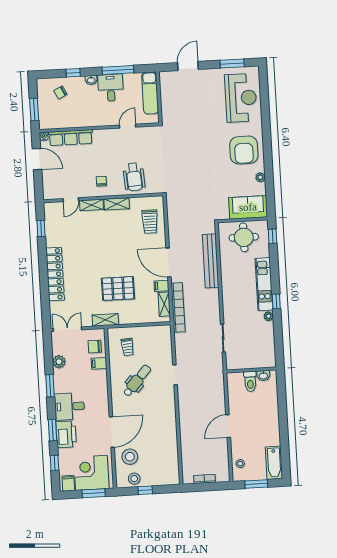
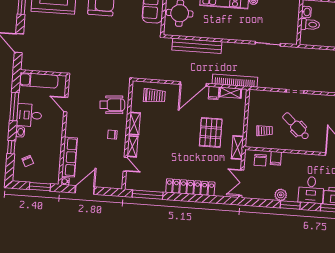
window: (41, 228) -> (148, 195), width x2.17
plant: (59, 362) -> (281, 195), moved

